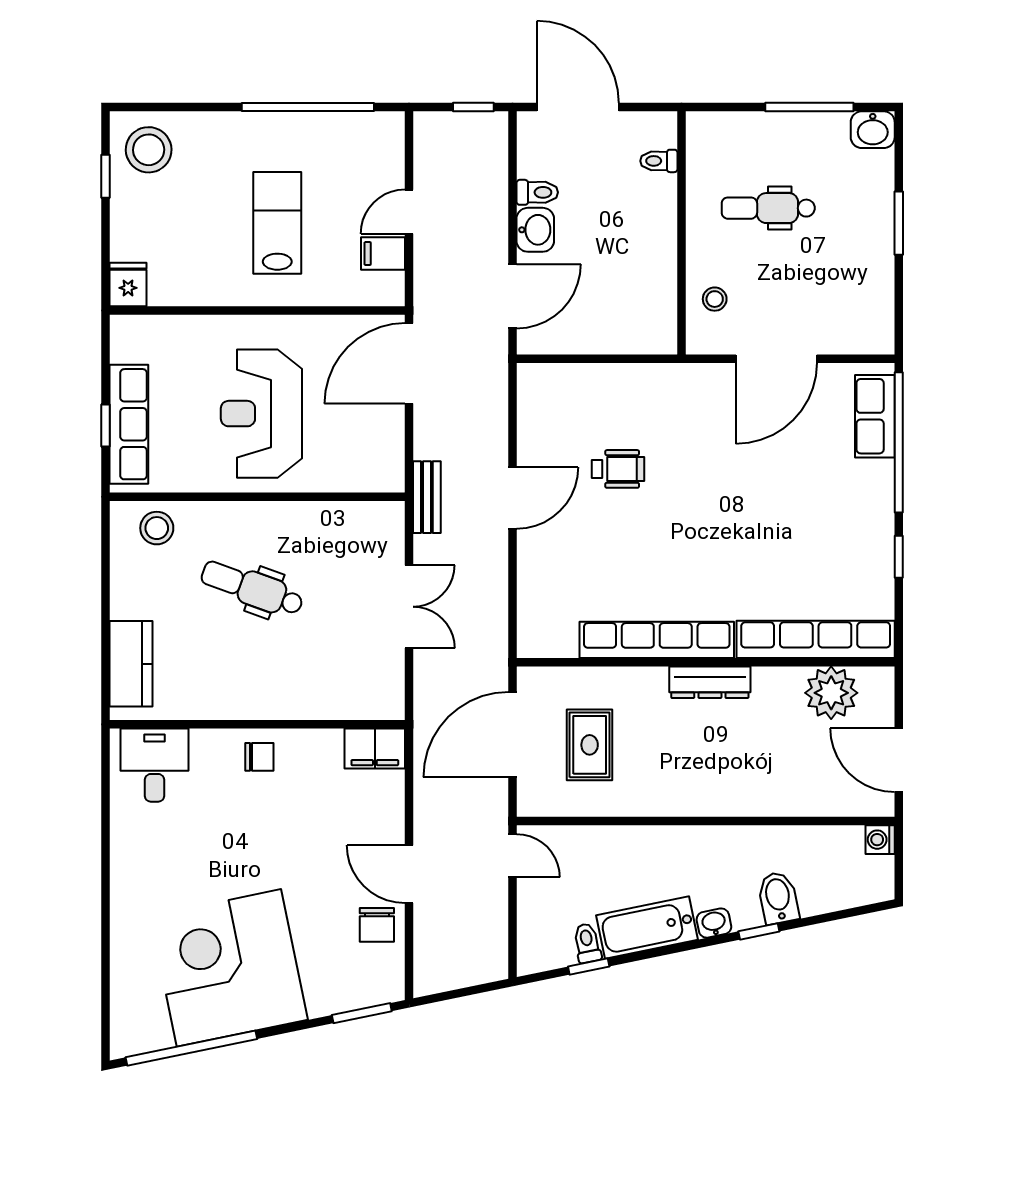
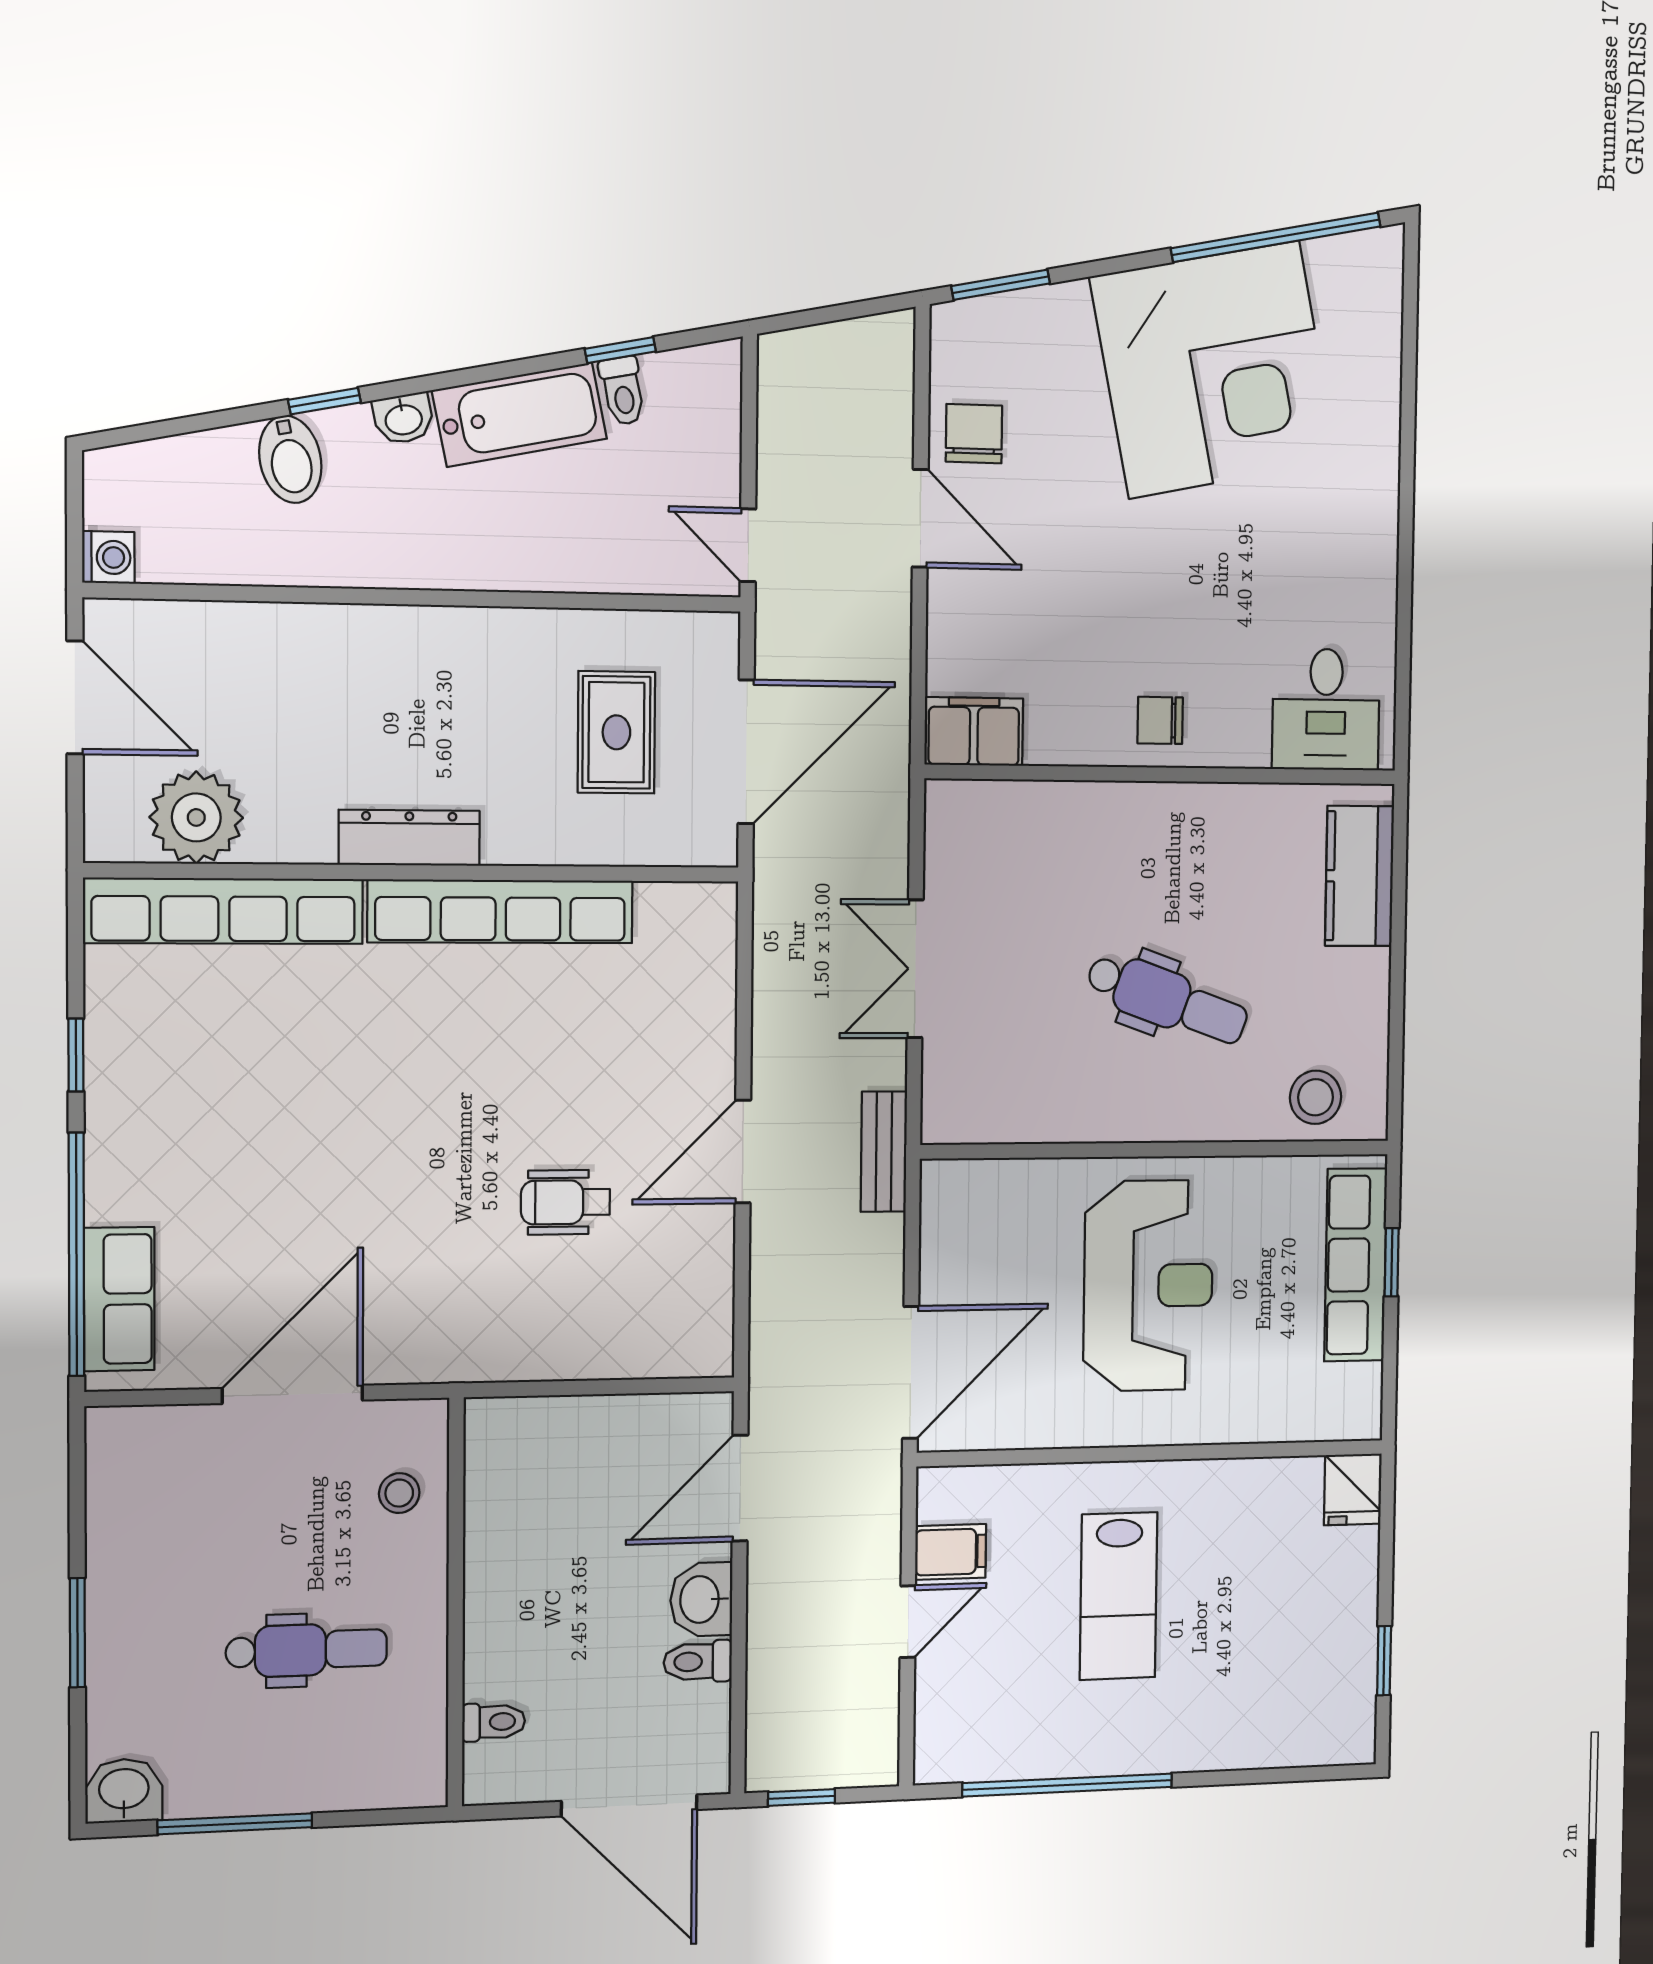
stool: (149, 150) -> (1317, 1705), removed

